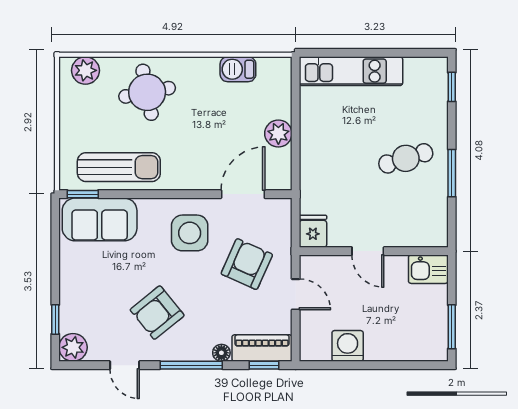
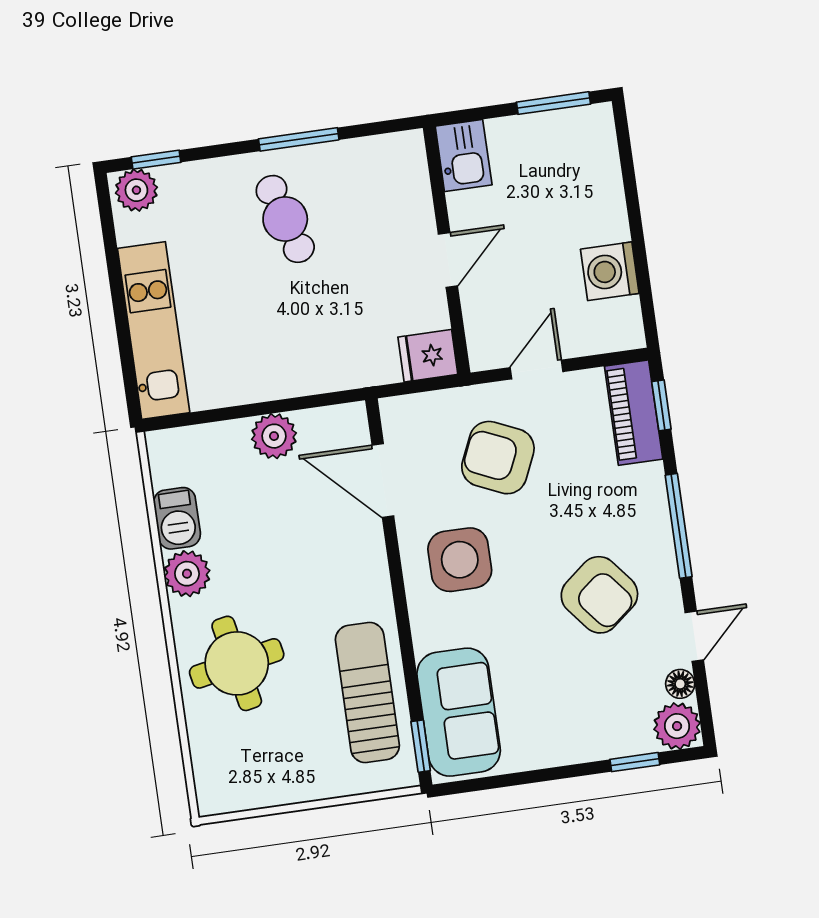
plant: (85, 70) -> (187, 574), moved
plant: (435, 73) -> (136, 190), added
floor lamp: (221, 353) -> (680, 684), moved

